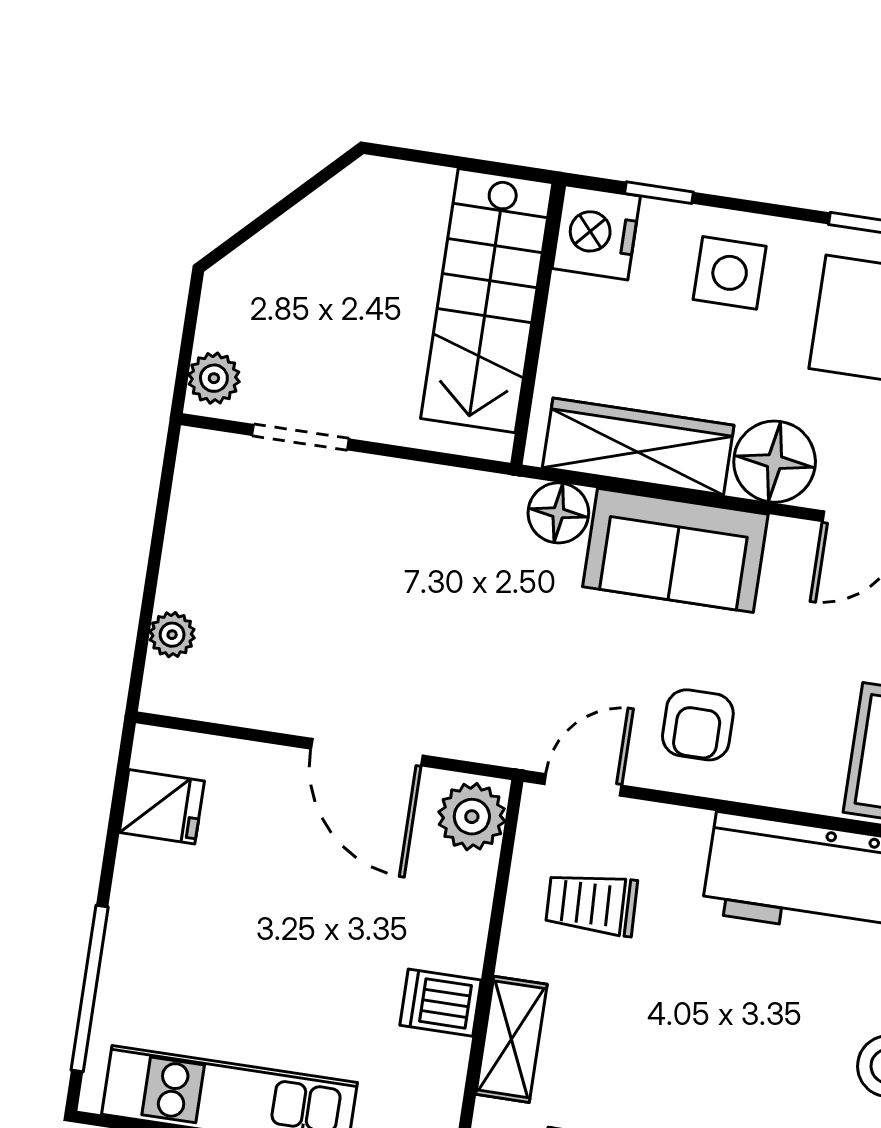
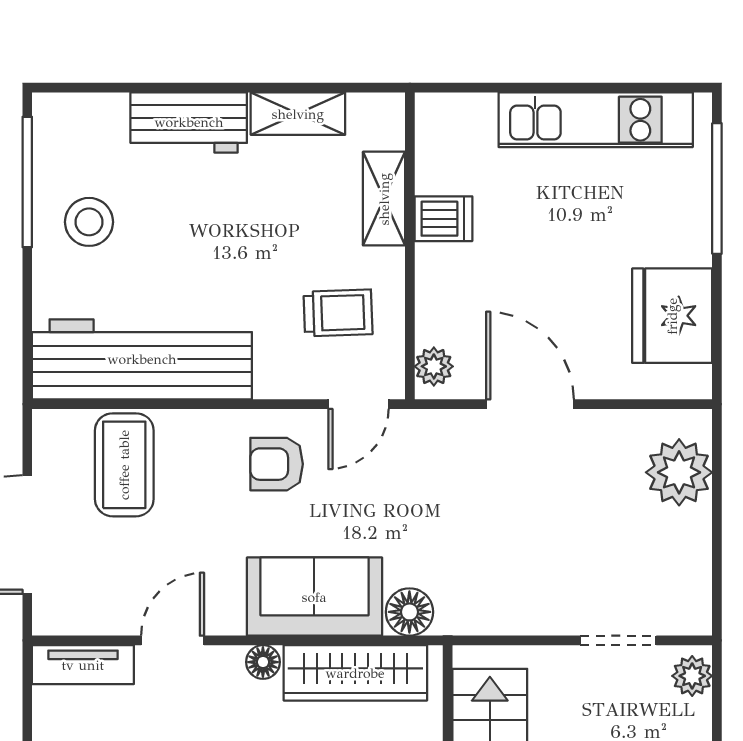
floor lamp: (775, 462) -> (263, 662), width x0.53, depth x0.53
plant: (172, 635) -> (679, 472), width x1.87, depth x1.87
armchair: (698, 725) -> (277, 464), turned -90
fridge: (162, 807) -> (672, 316), width x1.88, depth x1.34
plant: (472, 817) -> (434, 366), width x0.73, depth x0.73

